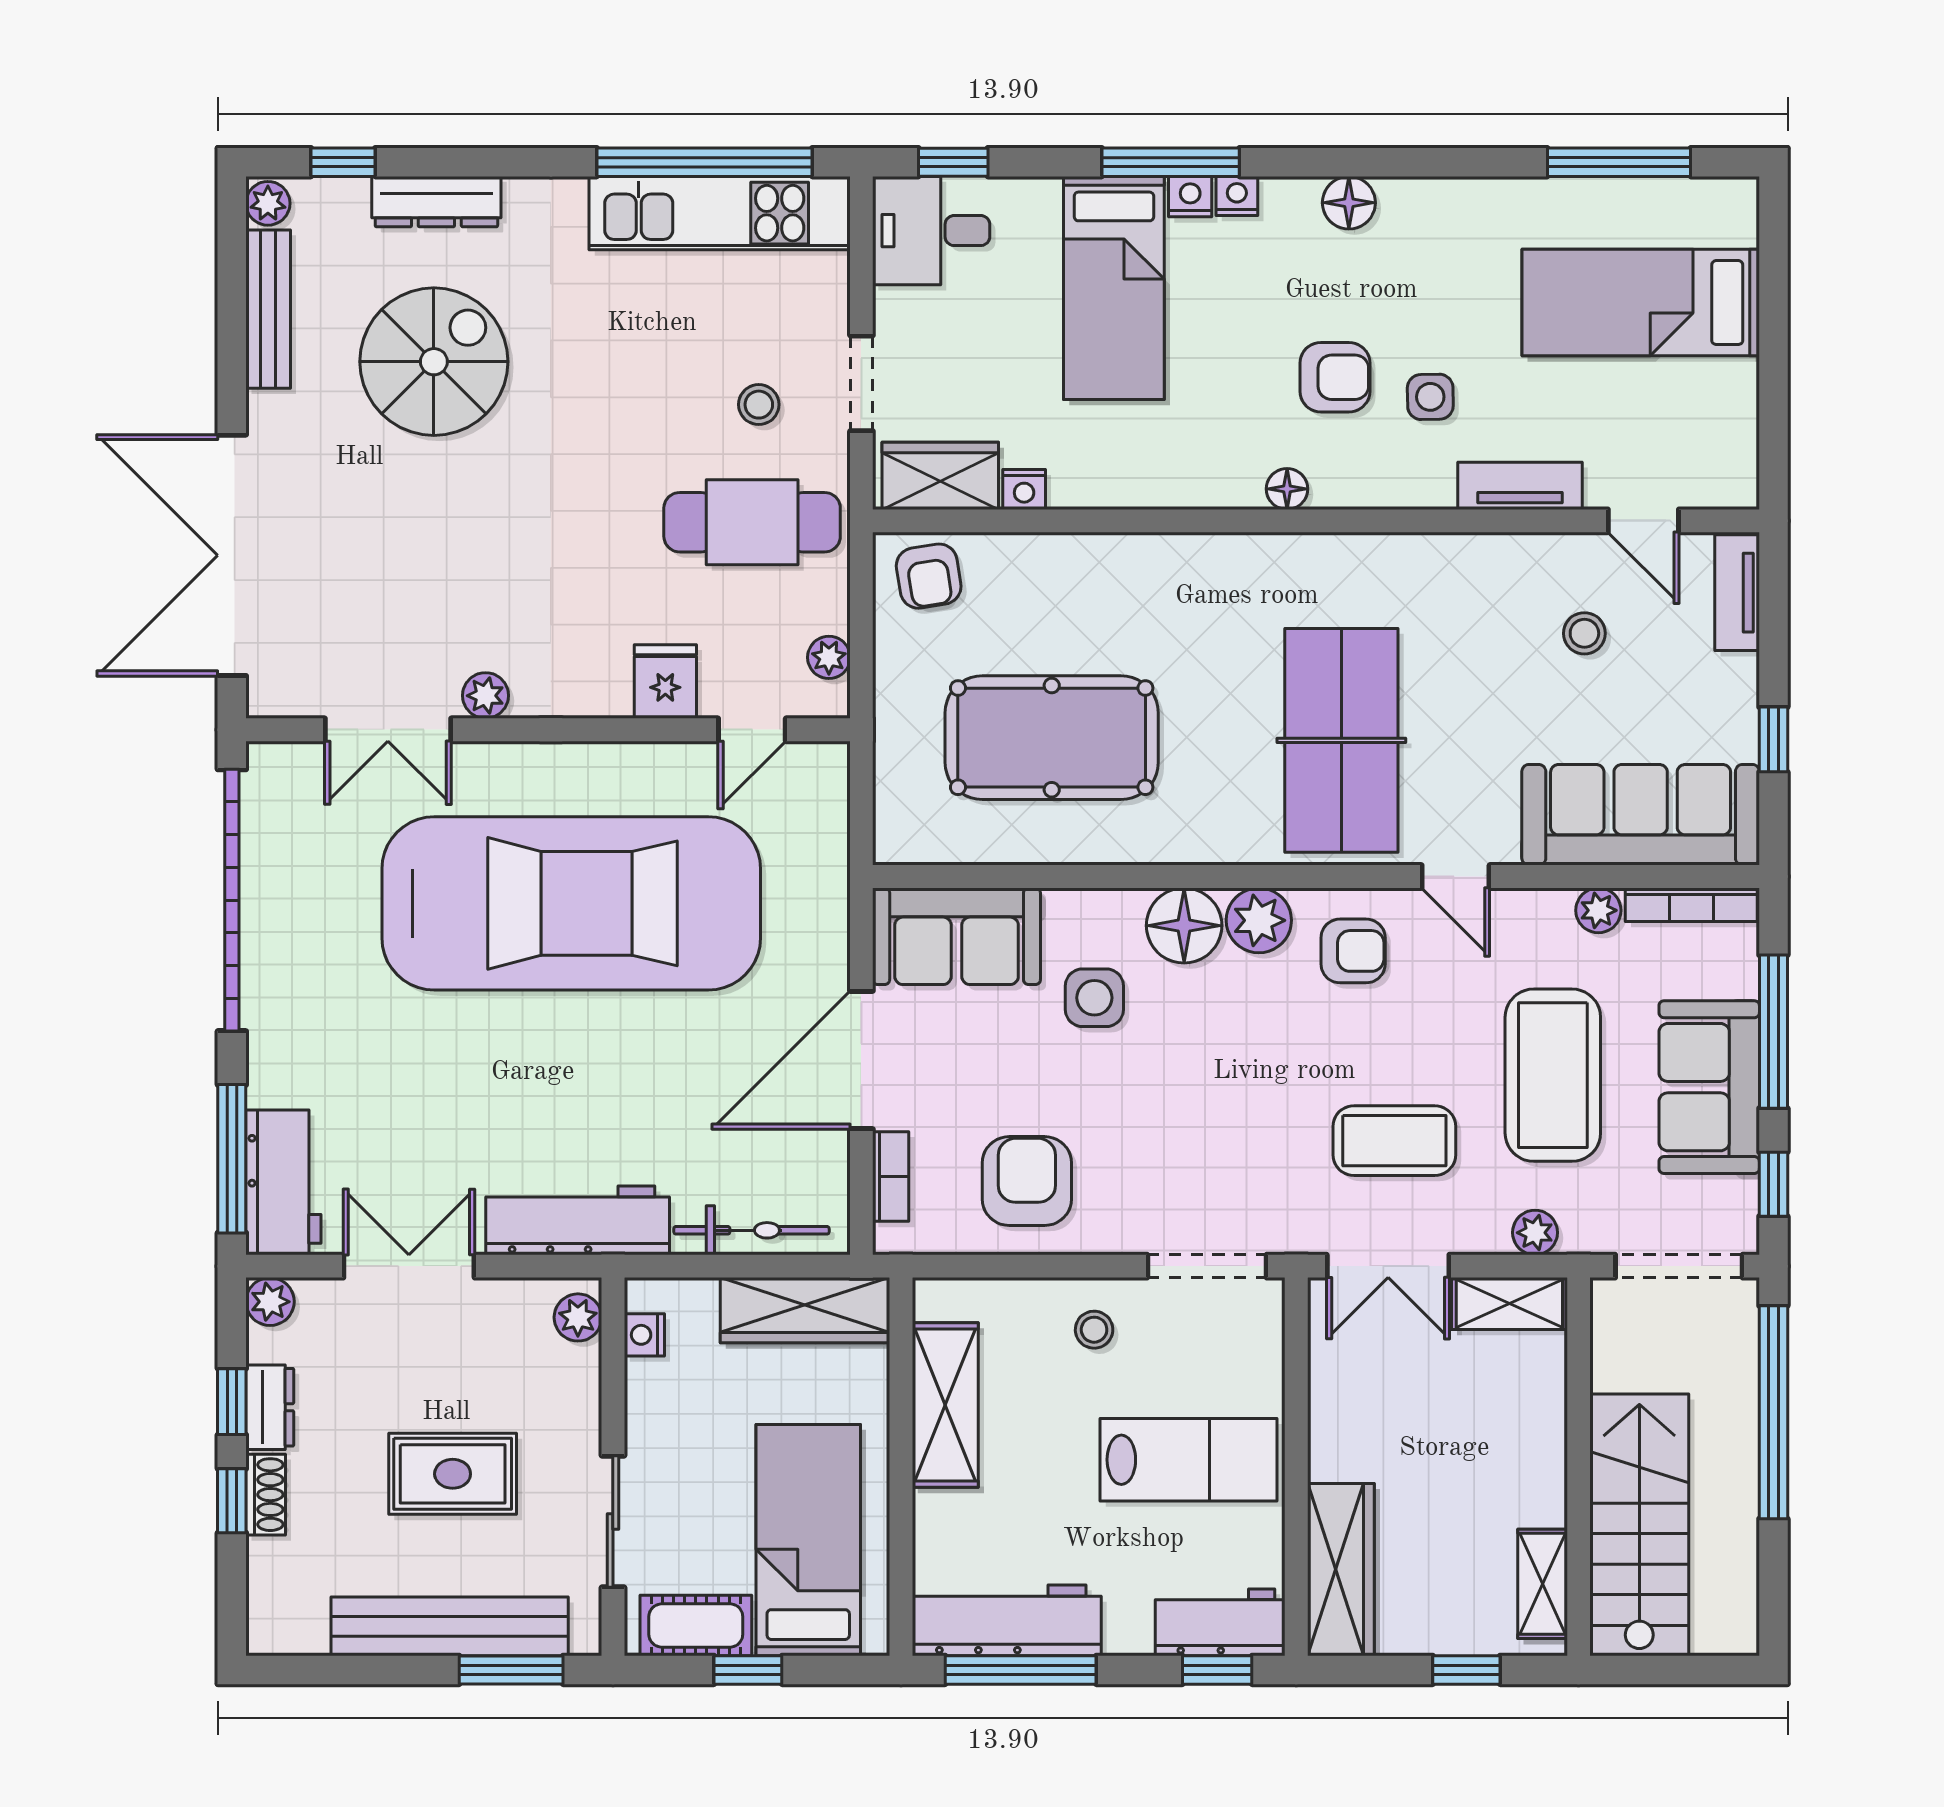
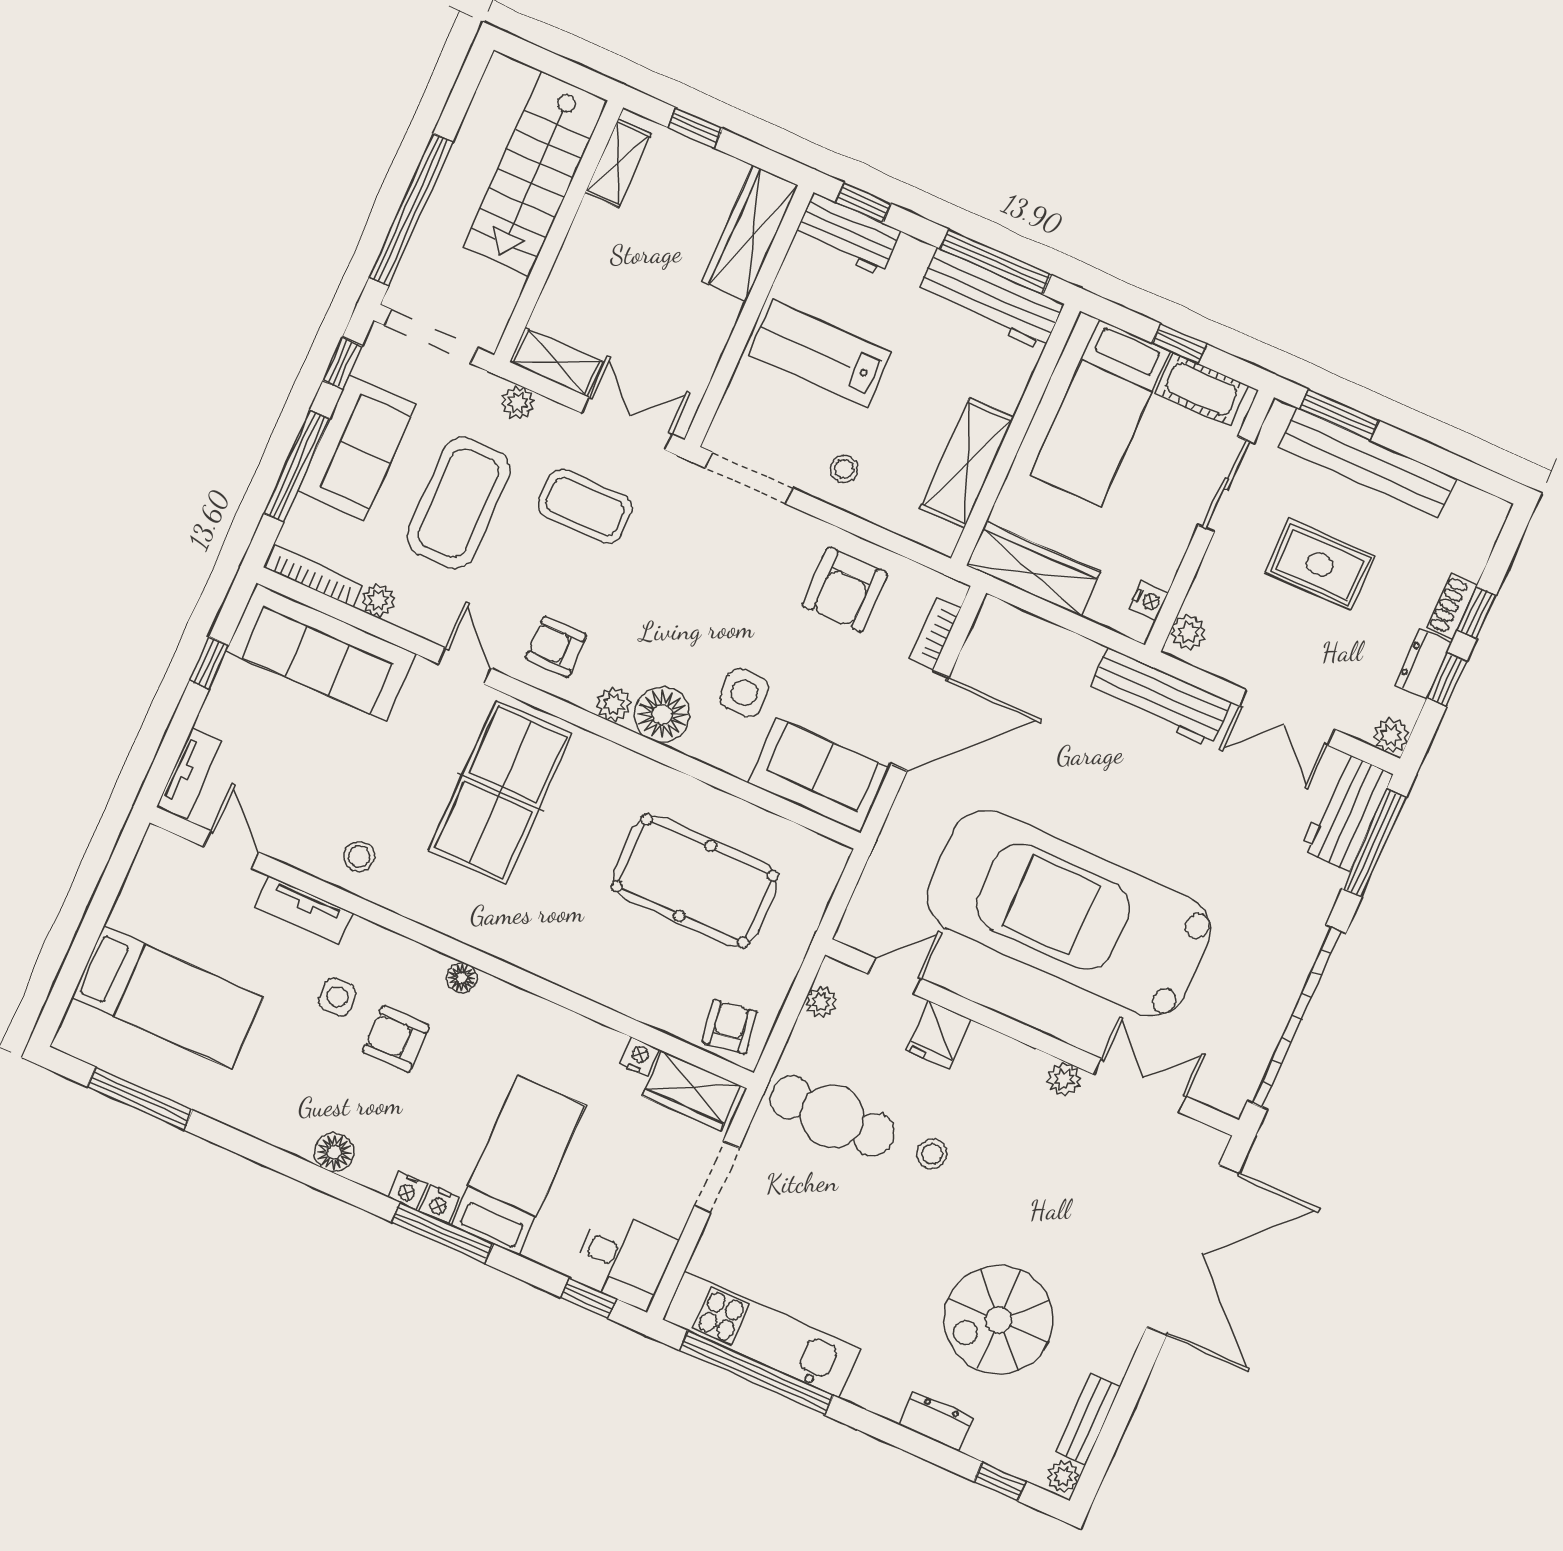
dresser: (436, 202) -> (936, 1421), width x0.70
bench: (268, 309) -> (1088, 1419), width x0.73
stool: (759, 405) -> (932, 1154), moved
stool: (1584, 633) -> (359, 856), moved
plant: (1259, 920) -> (614, 704), width x0.73, depth x0.73
bicycle: (751, 1230) -> (1045, 639), removed

